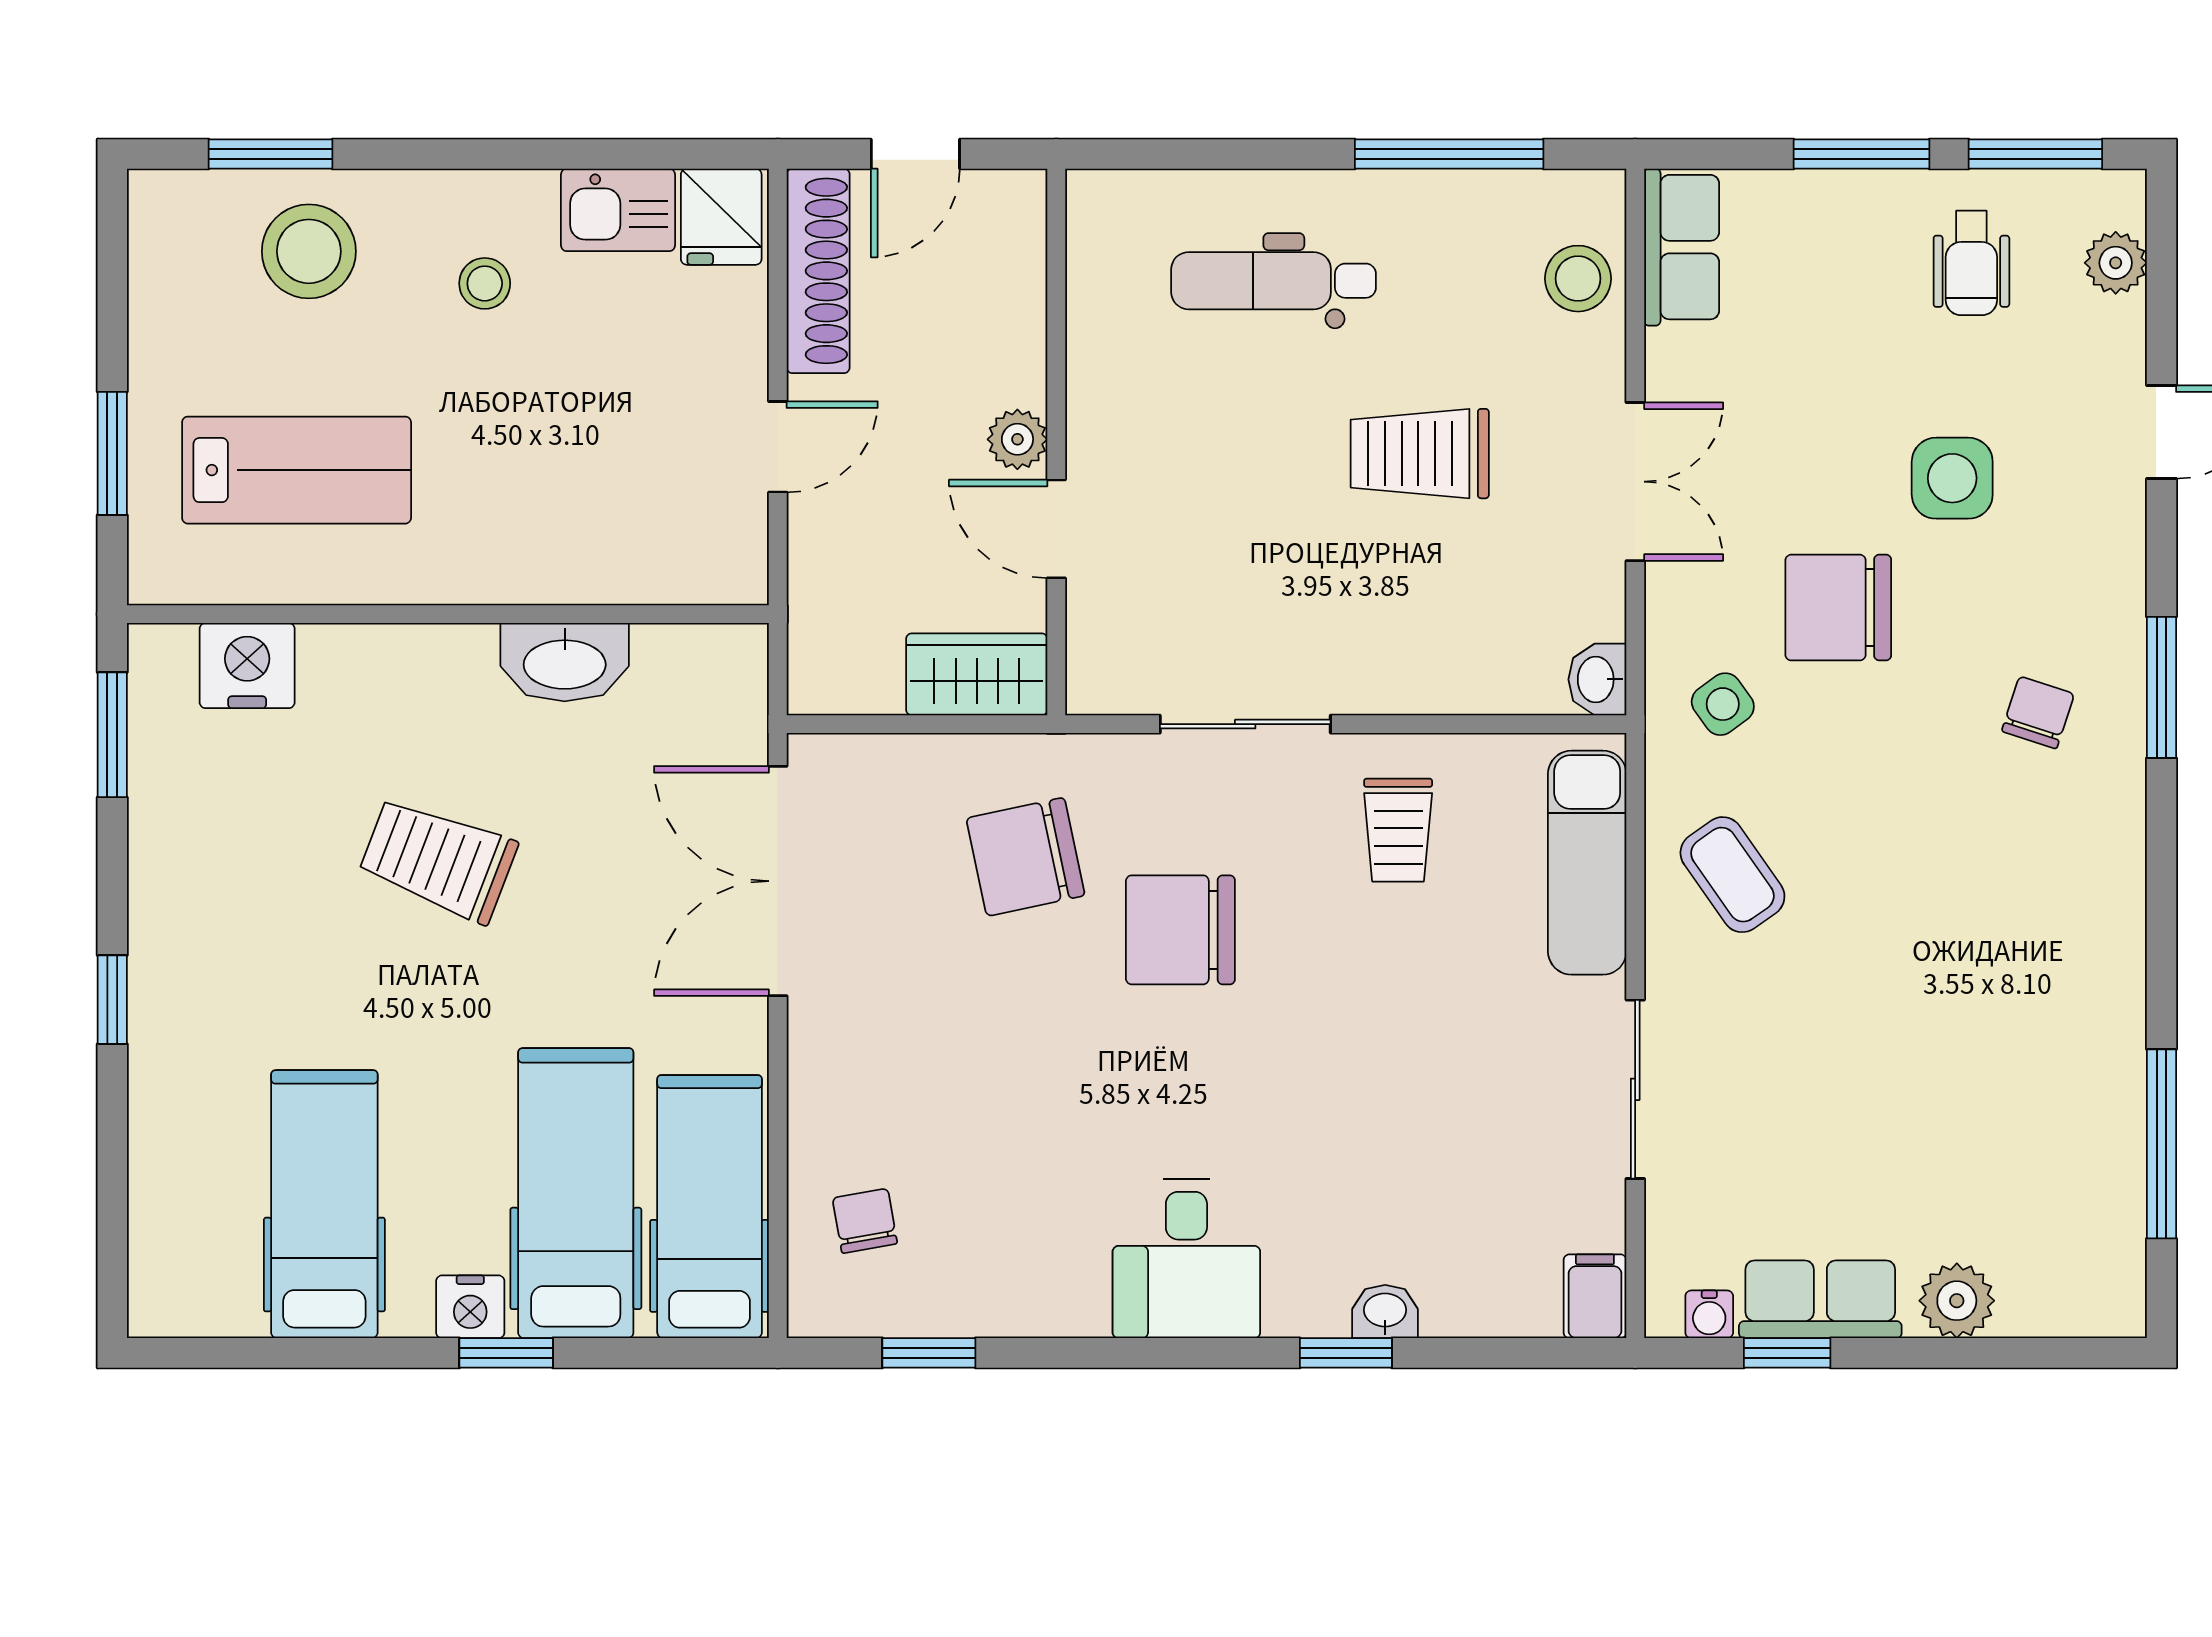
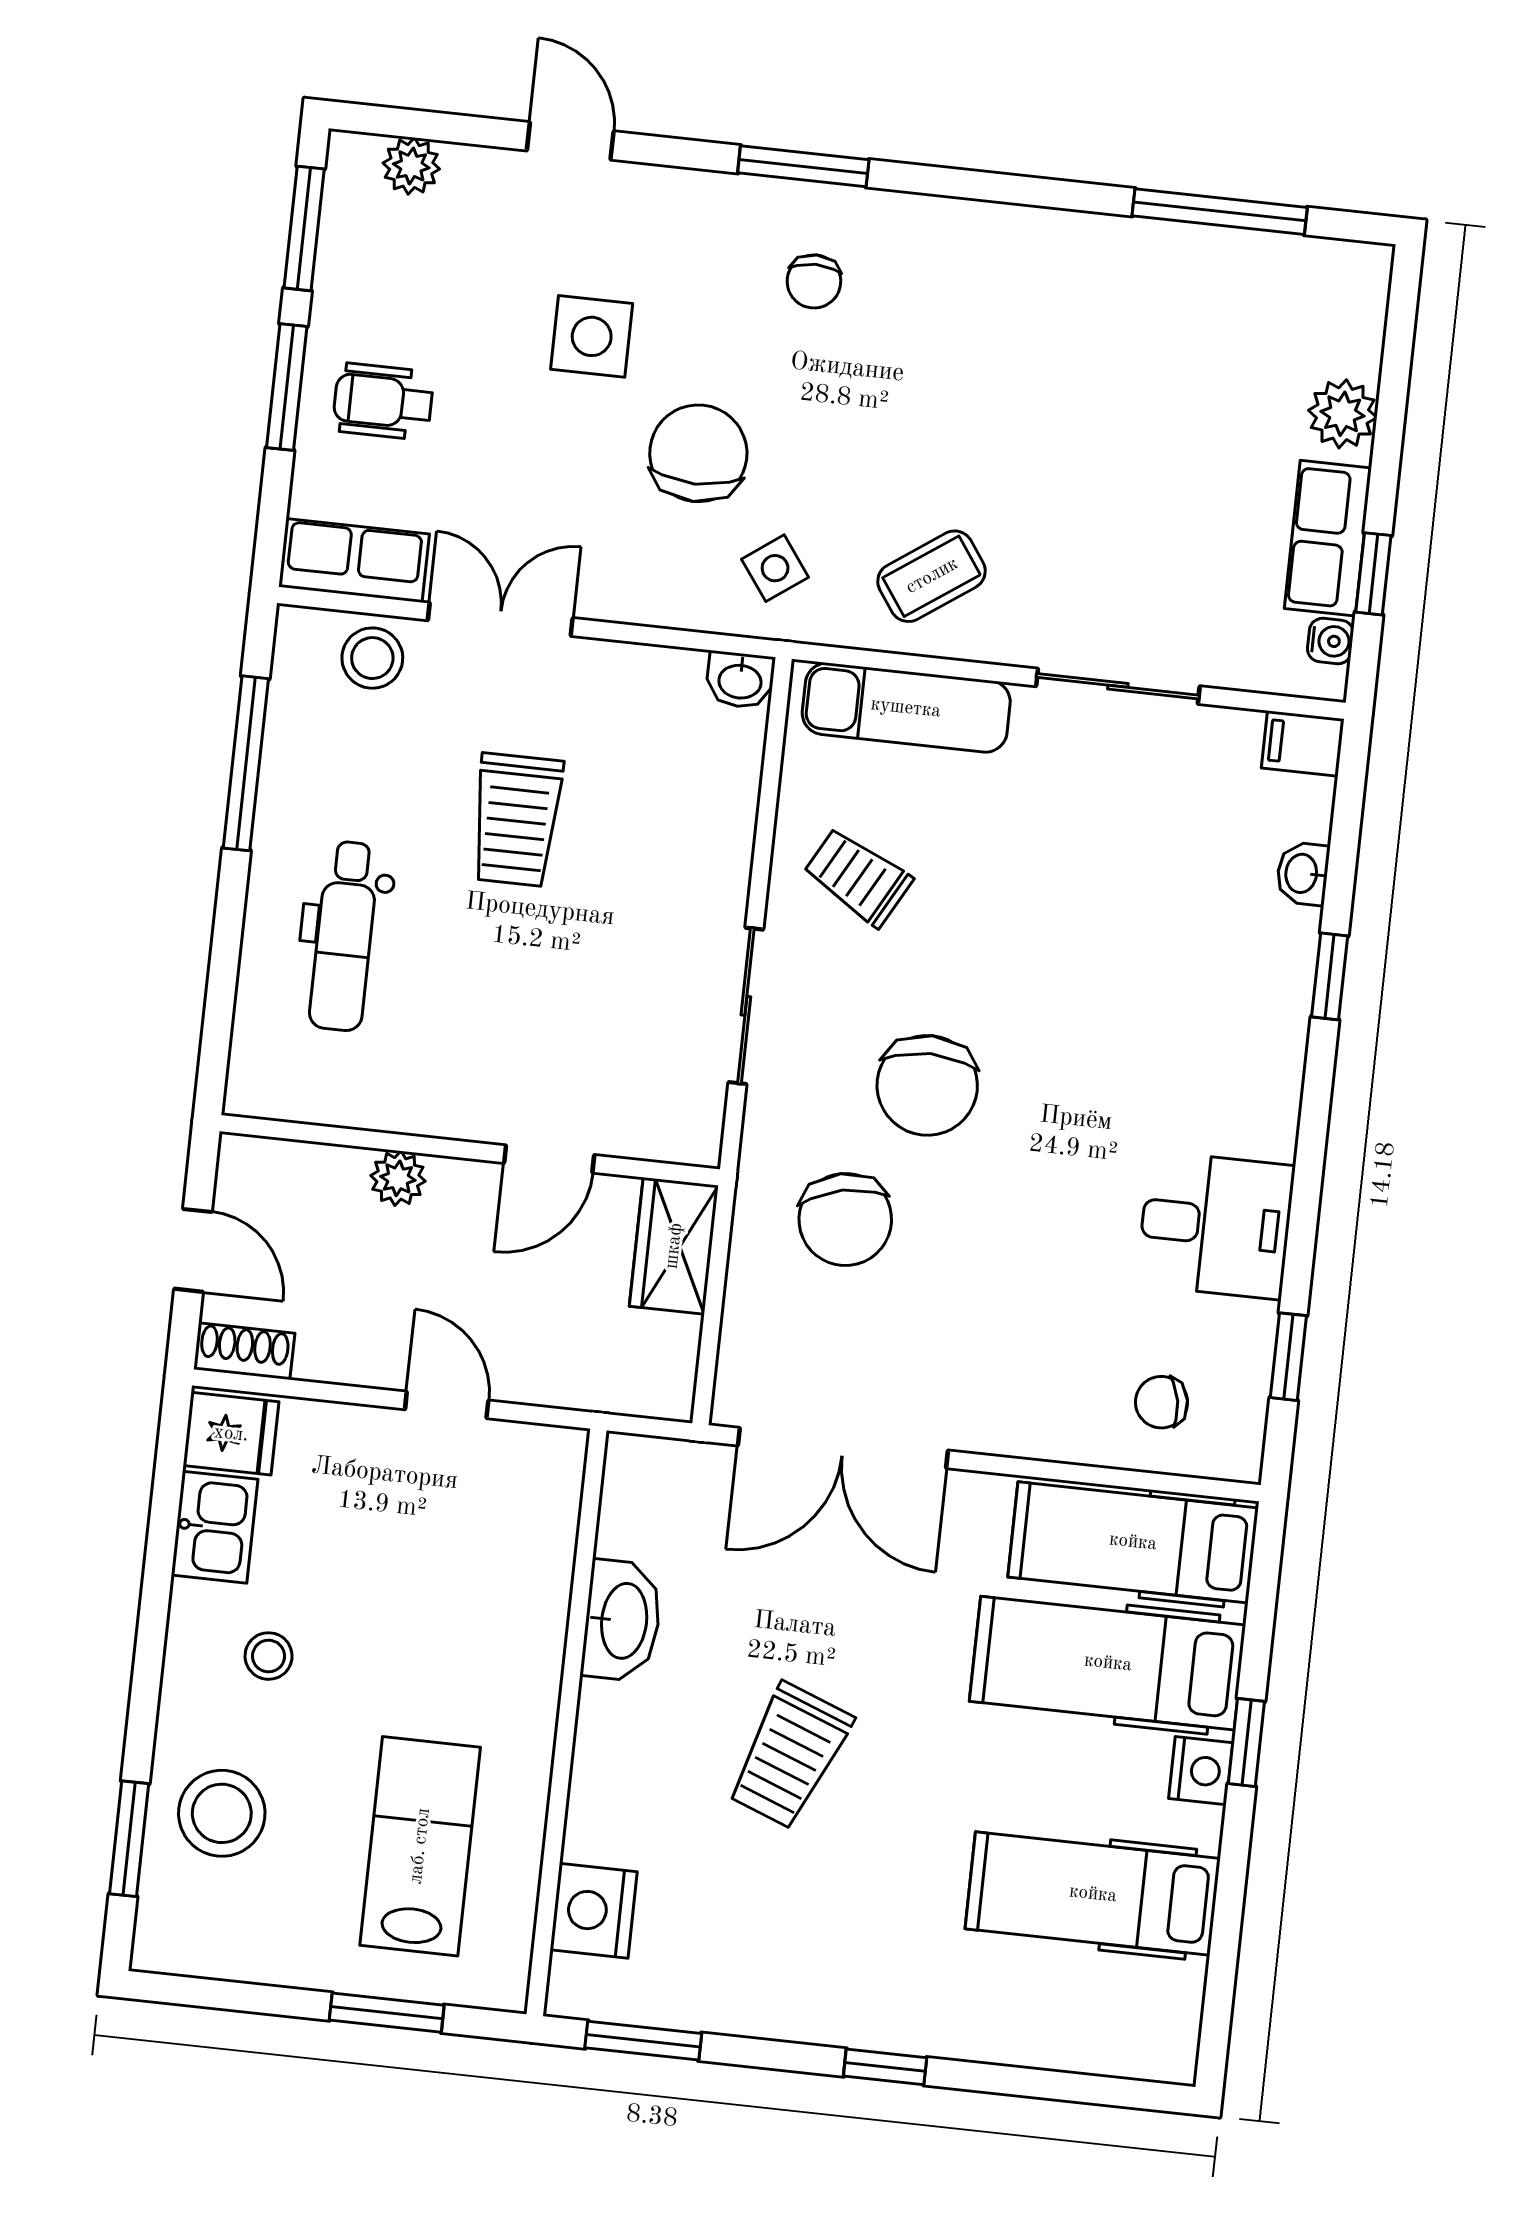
wheelchair: (1971, 263) -> (383, 401), moved, turned 180
shoe rack: (818, 271) -> (244, 1351), width x0.51, depth x0.81
plant: (1017, 439) -> (398, 1178), moved
double door: (1635, 482) -> (500, 619), moved
chair: (1838, 608) -> (698, 453), turned 180
chair: (2038, 713) -> (814, 281), turned -108
trolley: (1398, 830) -> (858, 877), turned -151
desk: (1186, 1259) -> (1216, 1225), moved
washbasin: (1385, 1312) -> (1303, 874), moved

